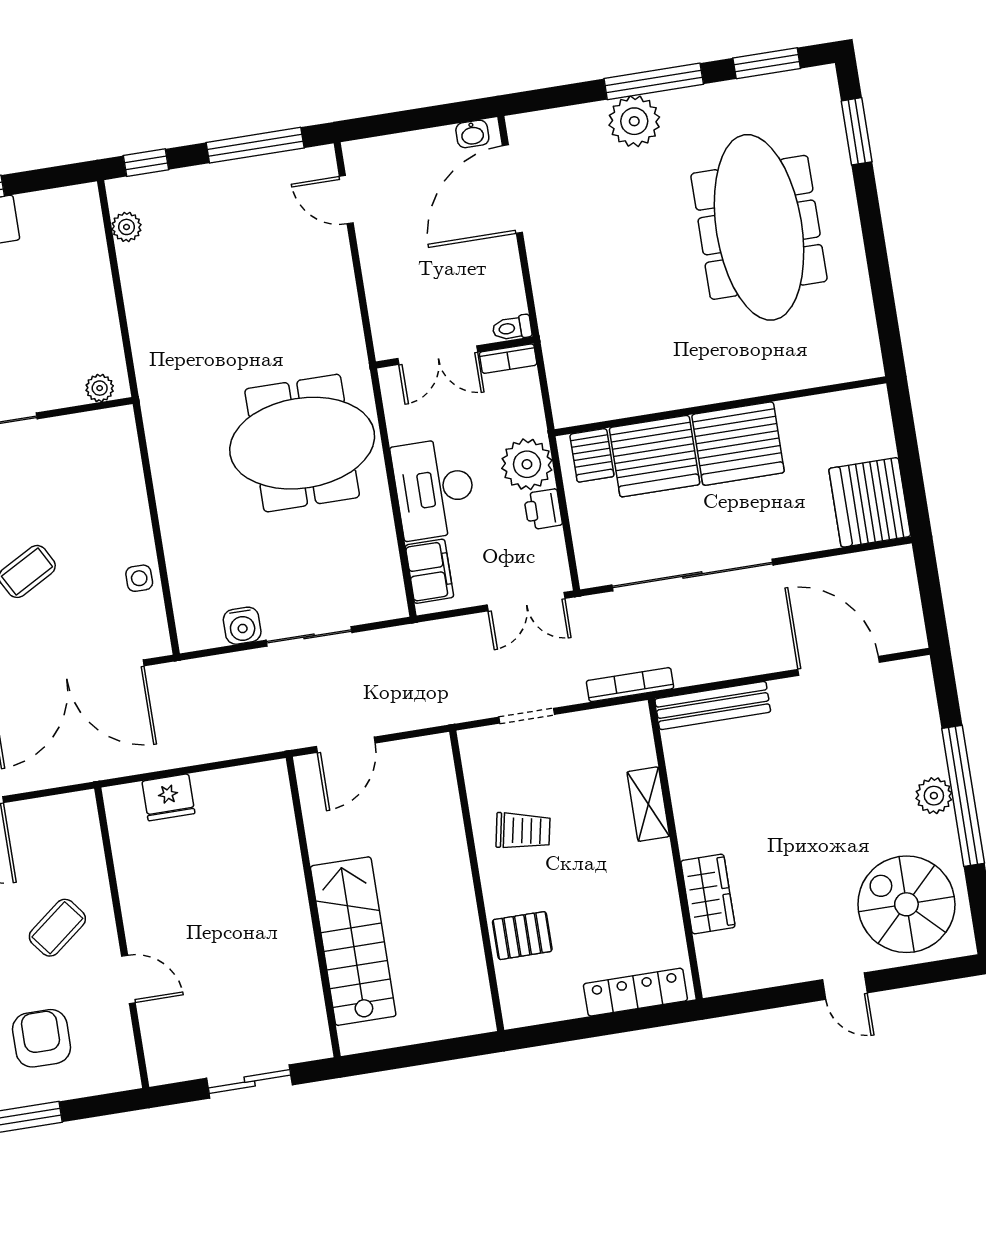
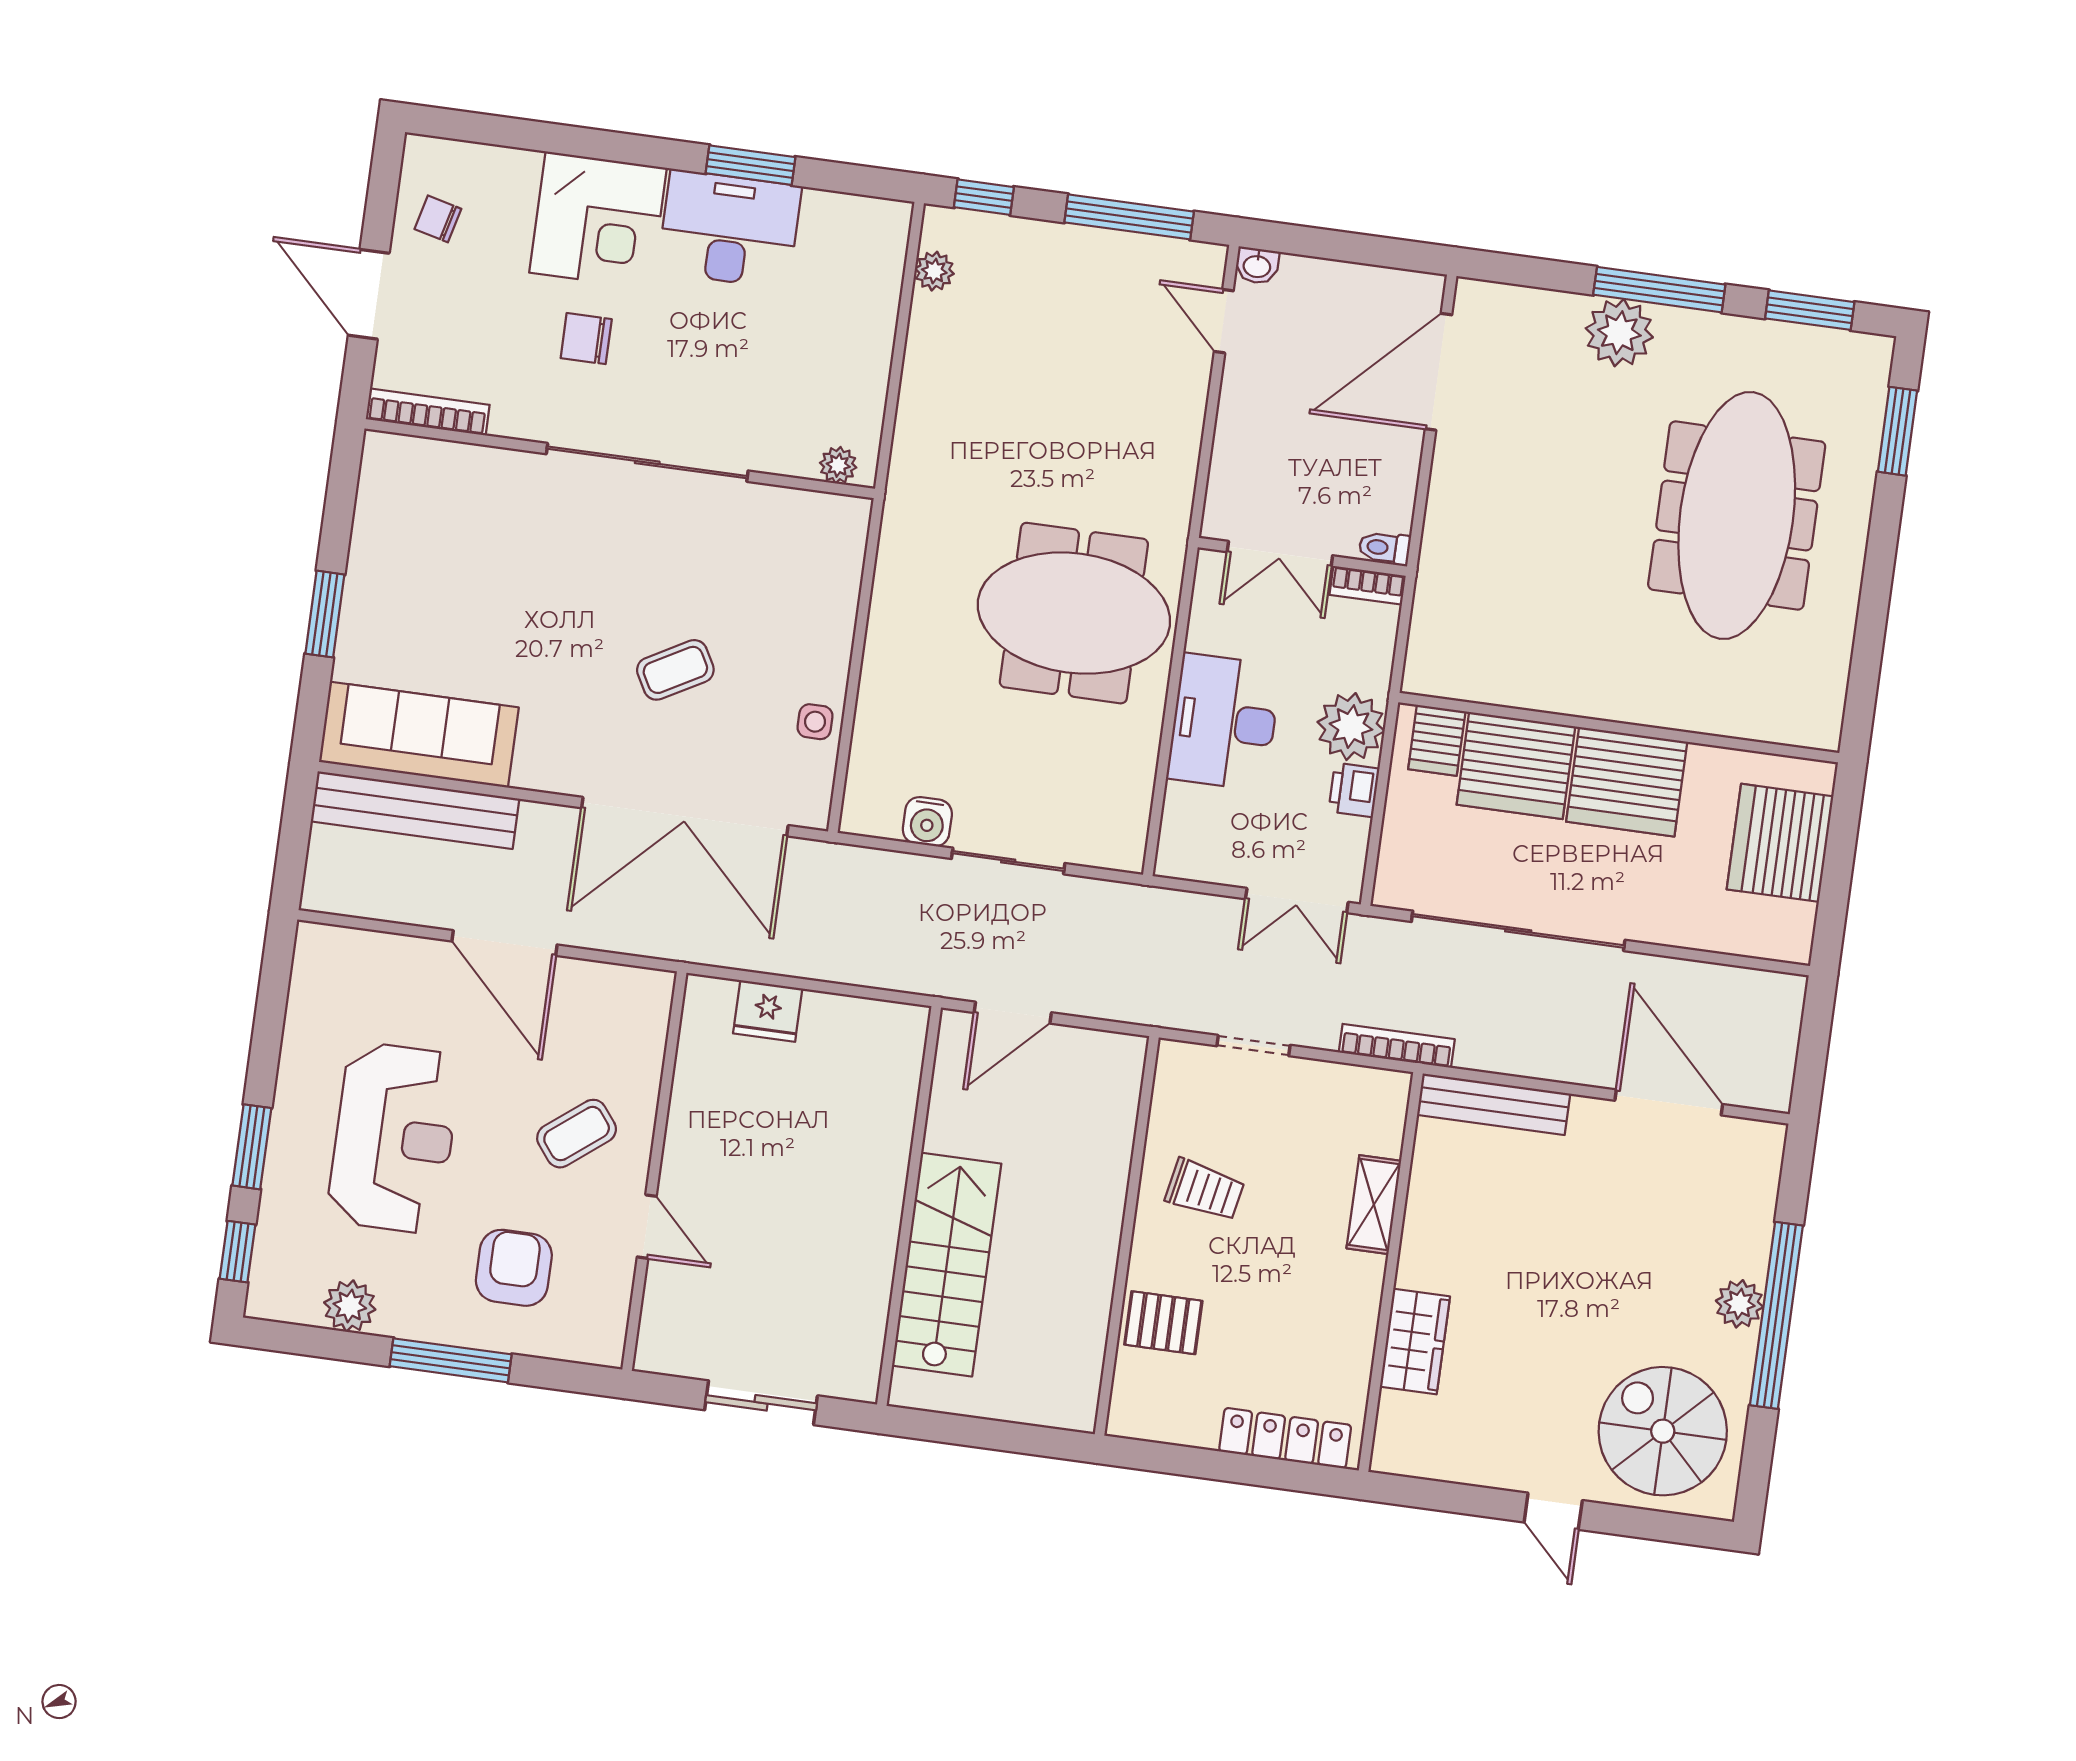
washbasin: (472, 134) -> (1257, 266), moved
server rack: (870, 502) -> (1780, 843), moved
filing cabinet: (429, 571) -> (1186, 825), removed

